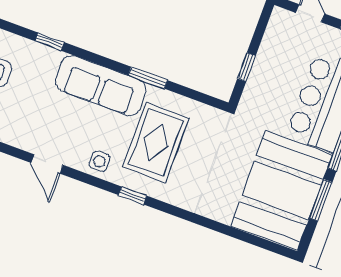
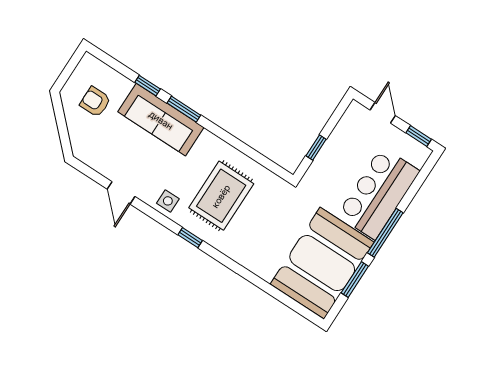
window: (148, 78) -> (184, 109), moved
sofa: (101, 86) -> (161, 120), moved

